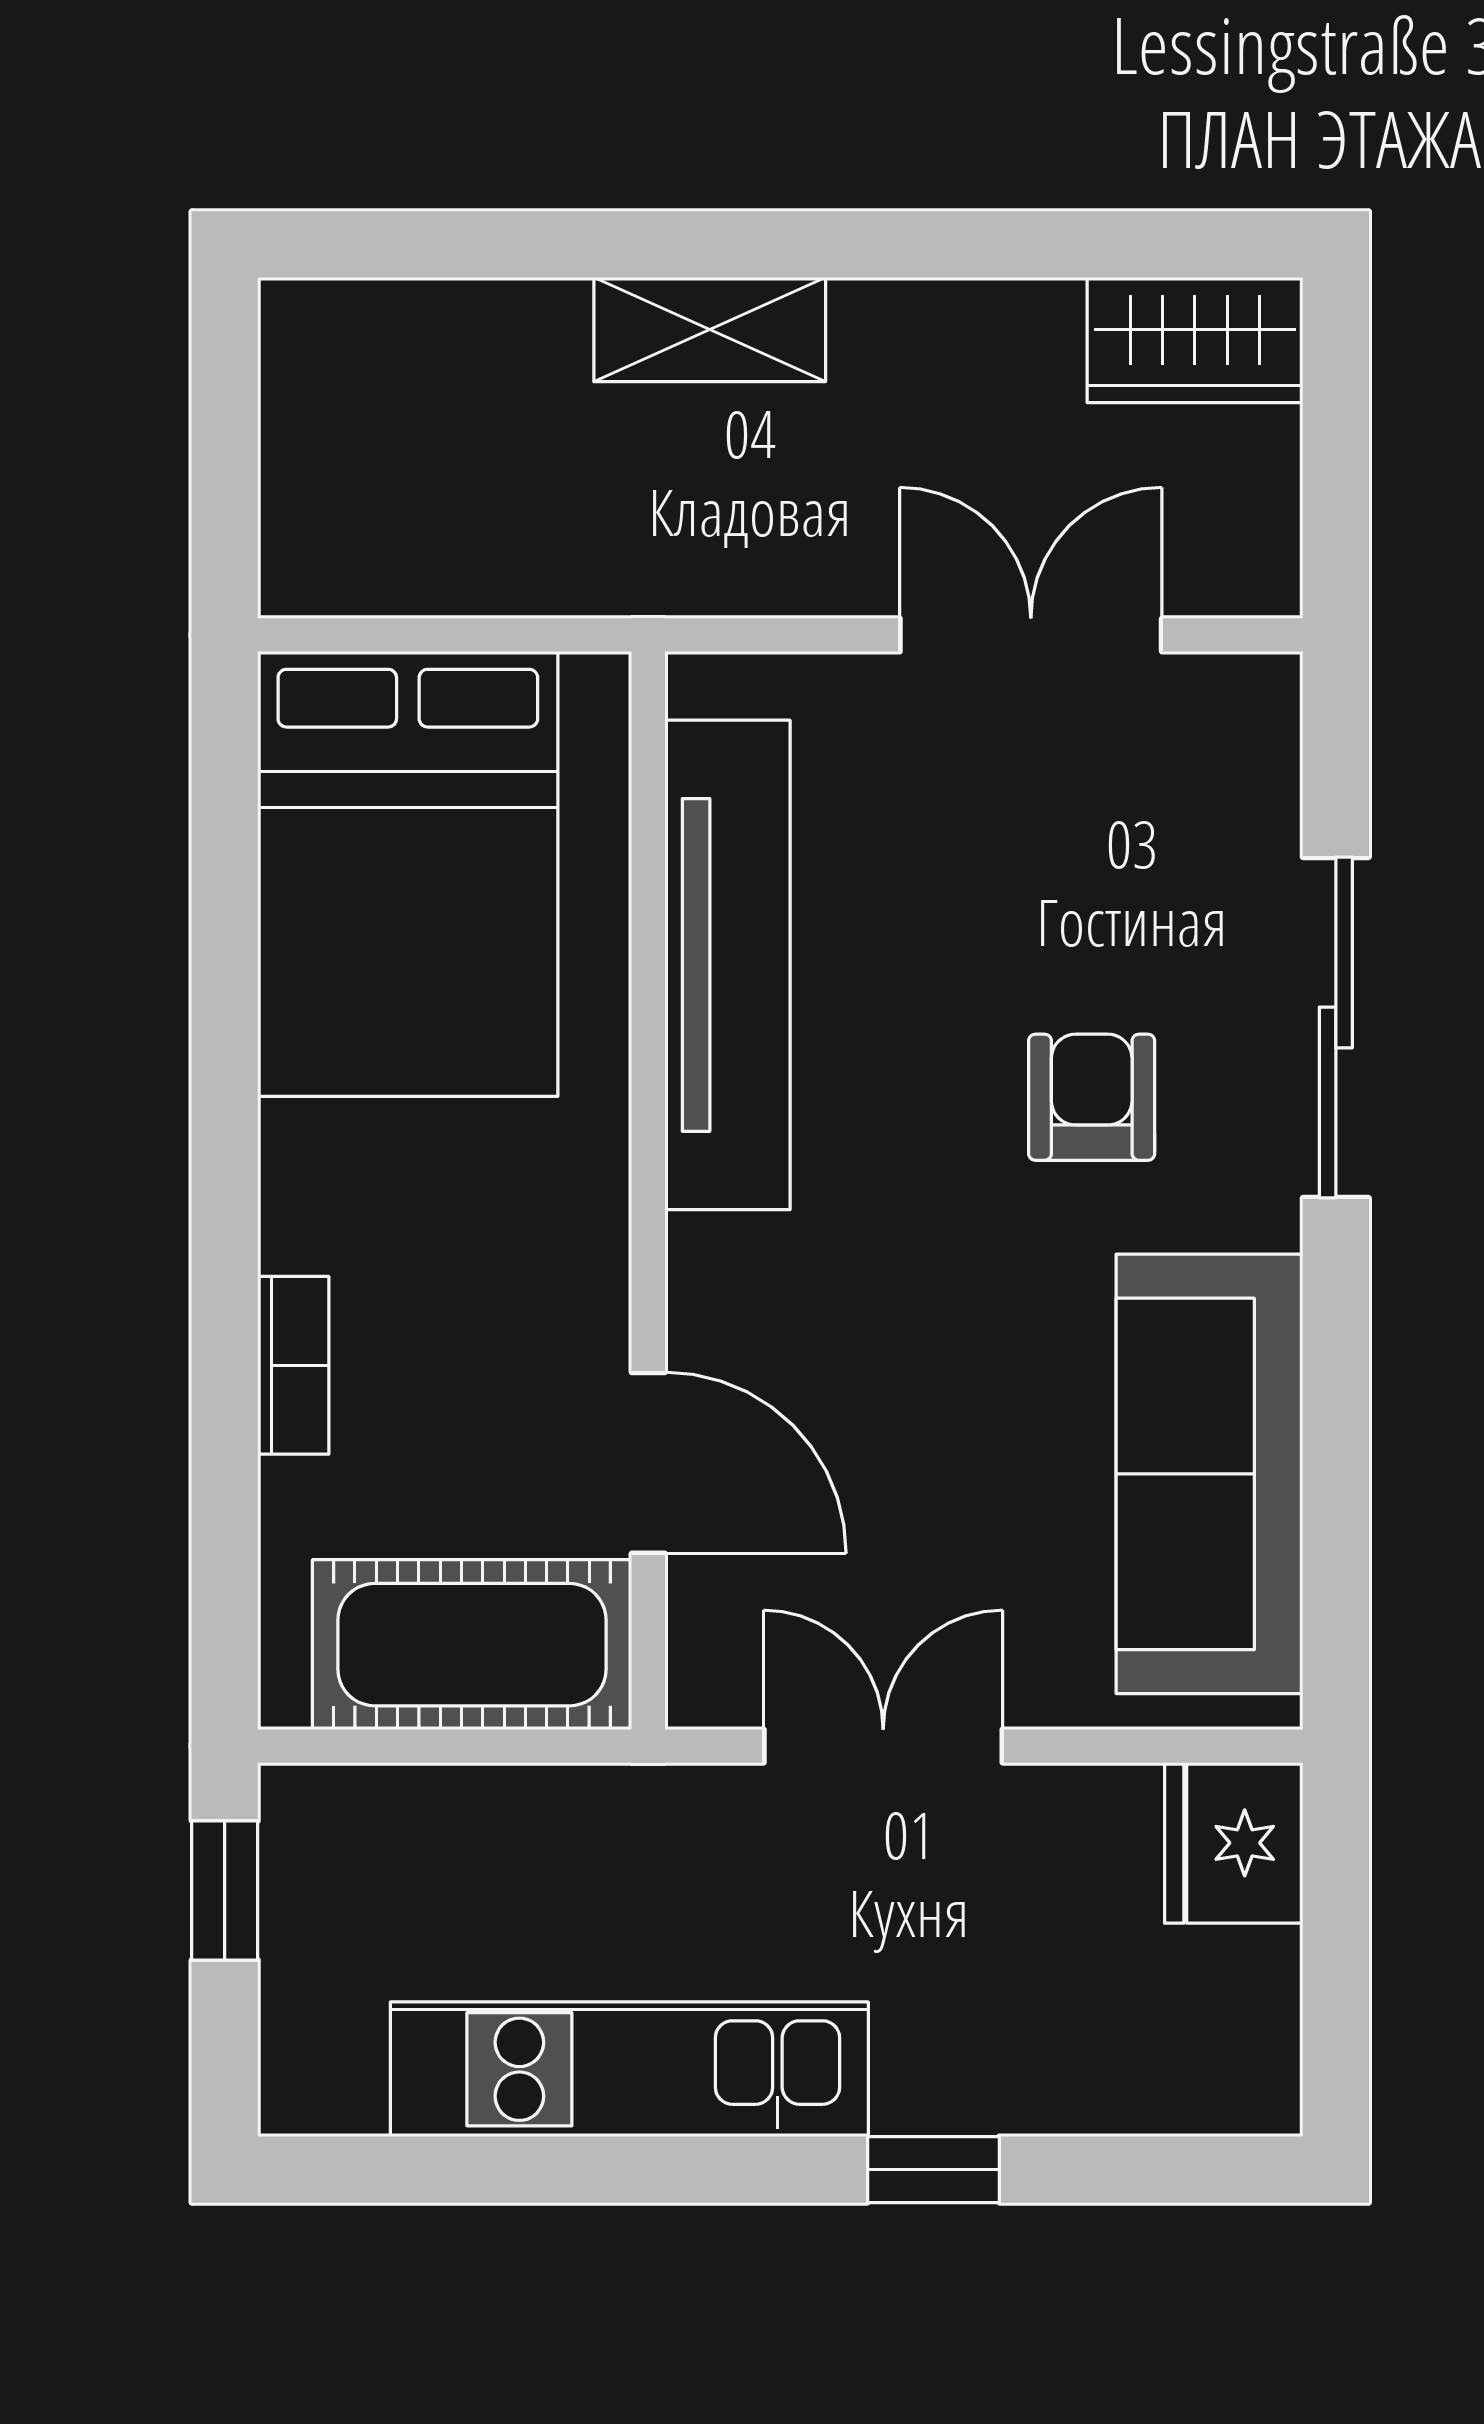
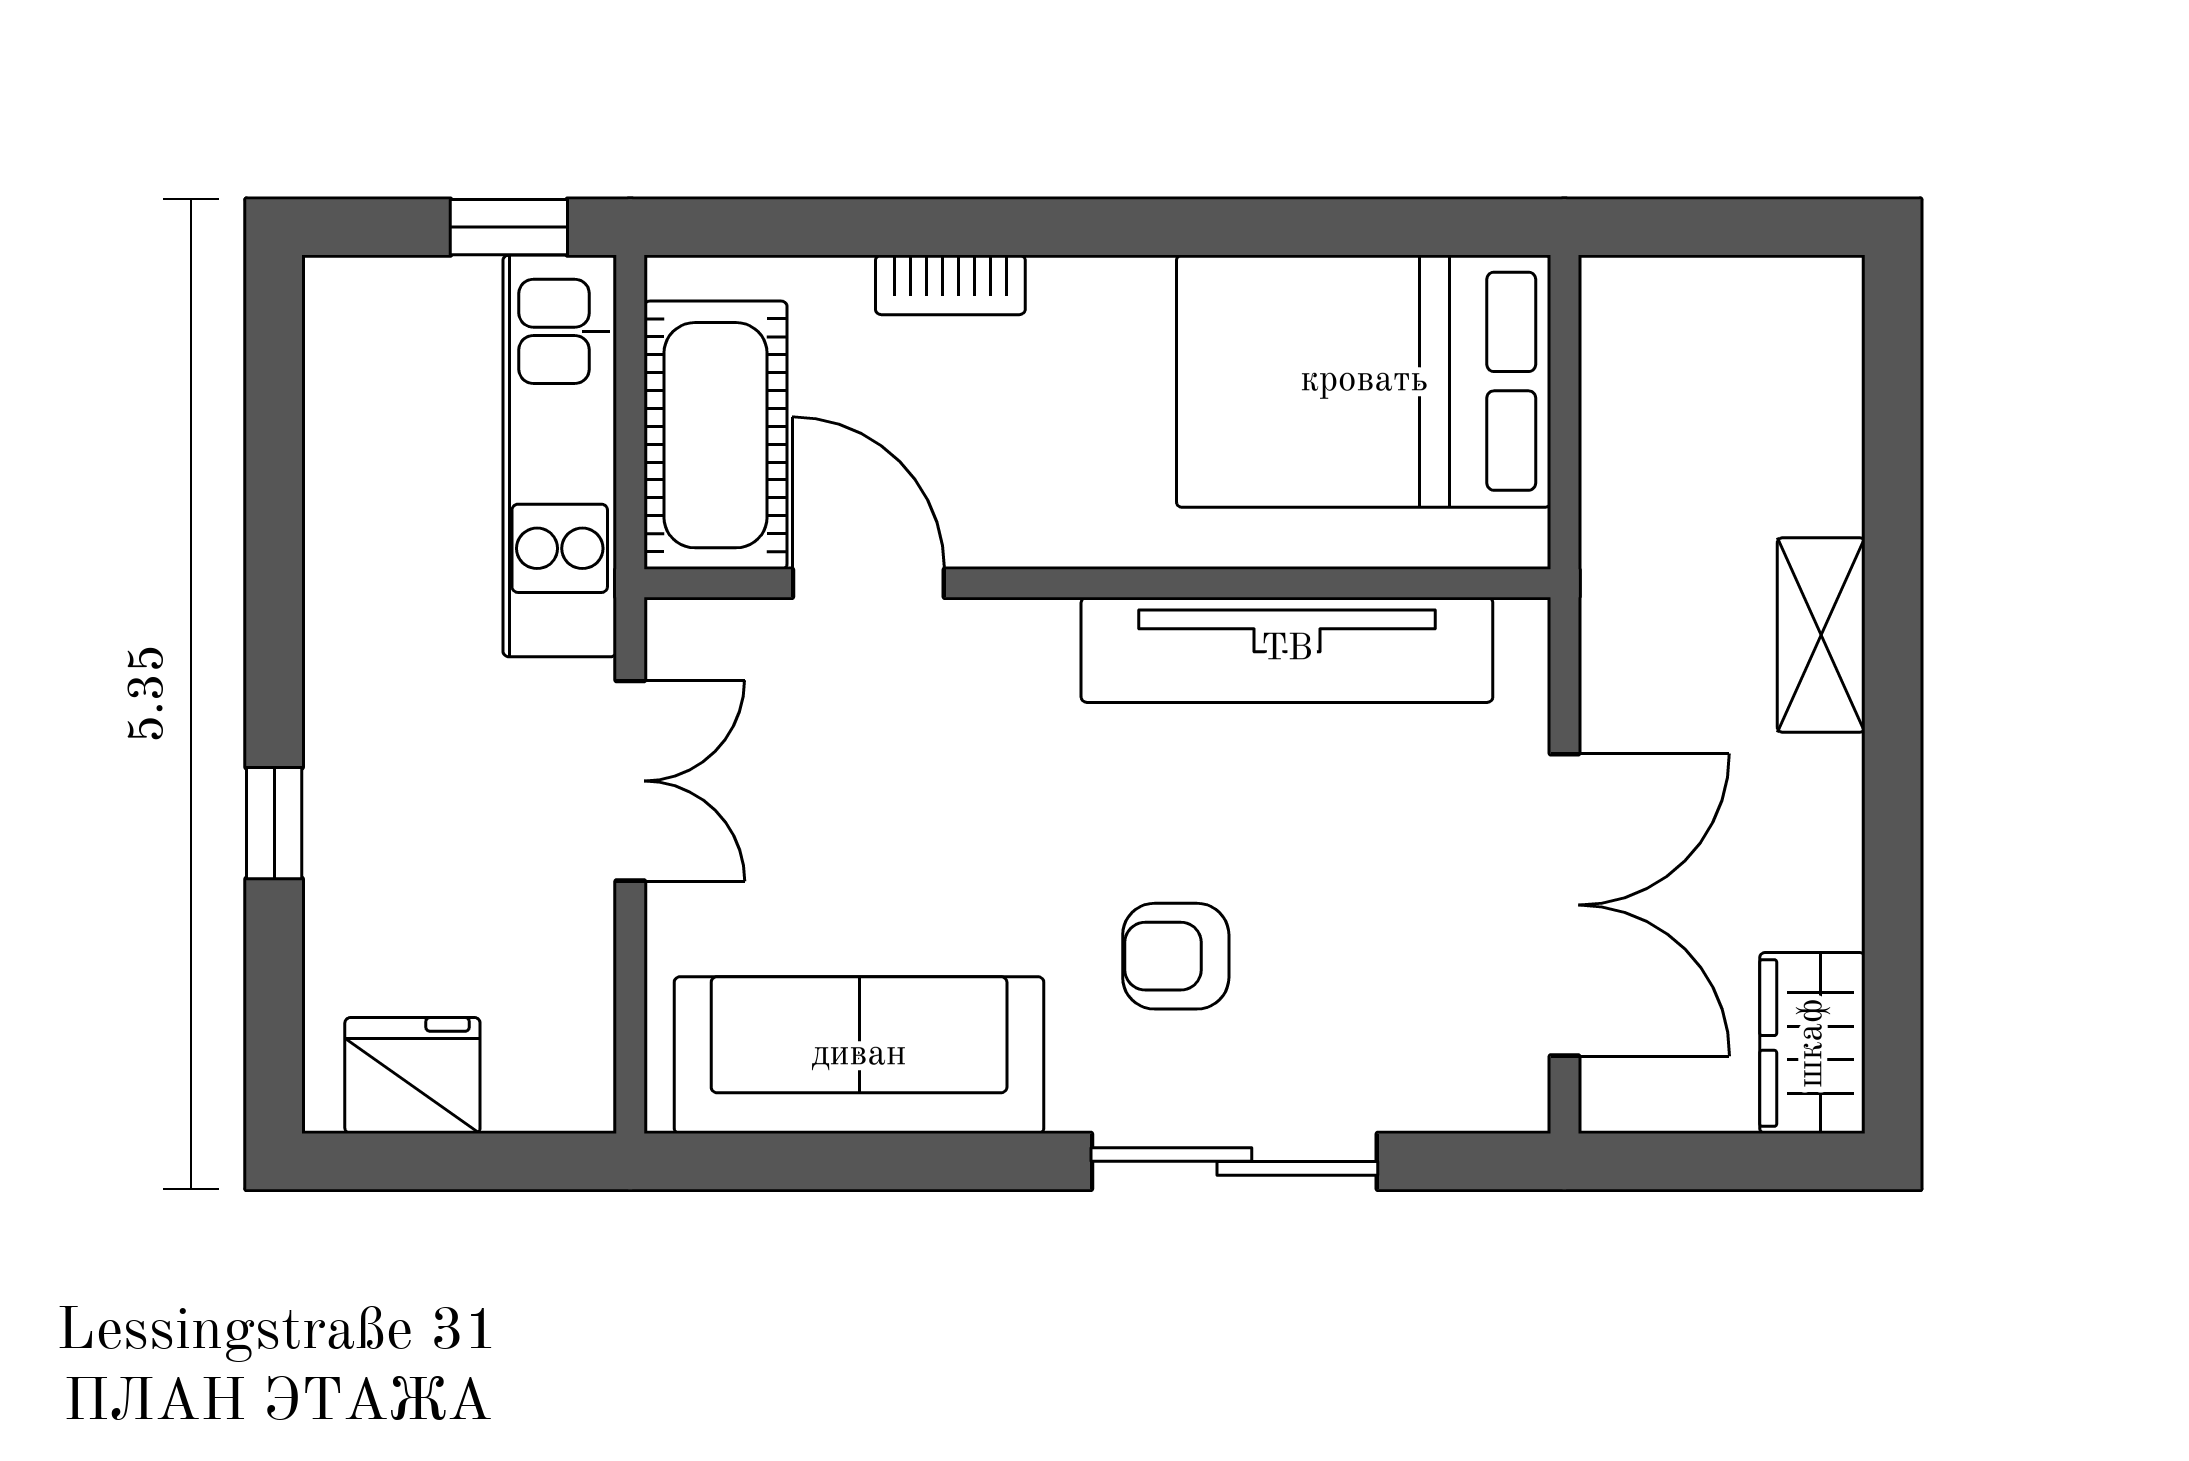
double door: (1031, 635) -> (1564, 905), width x1.37
armchair: (1092, 1097) -> (1176, 956), turned 180
door: (648, 1463) -> (868, 583), swing flipped
fridge: (1234, 1843) -> (412, 1076), moved
kitchen unit: (629, 2069) -> (560, 456), moved, turned 180

